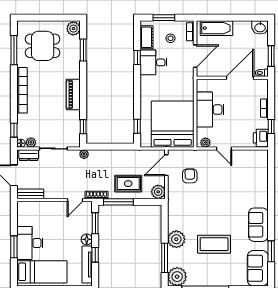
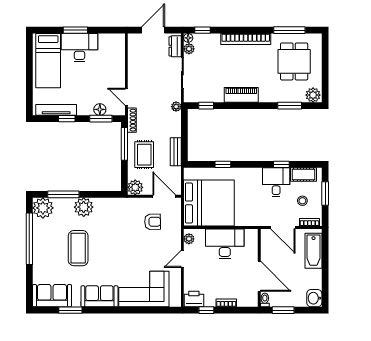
window: (137, 126) -> (223, 164), moved
corner sofa: (252, 184) -> (144, 289), added
bench: (31, 194) -> (176, 152), moved
floor lamp: (87, 239) -> (100, 109), moved

